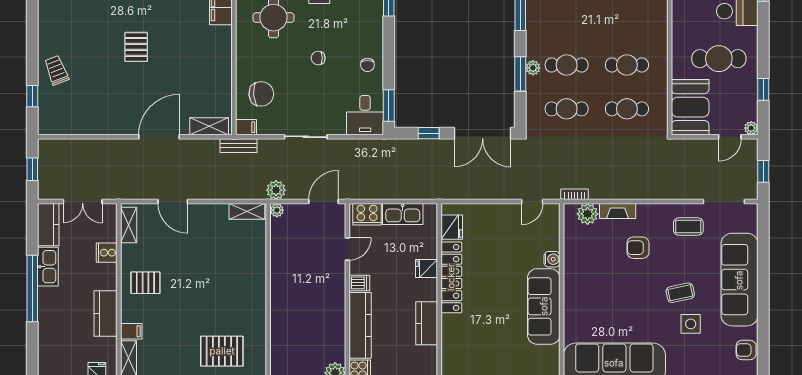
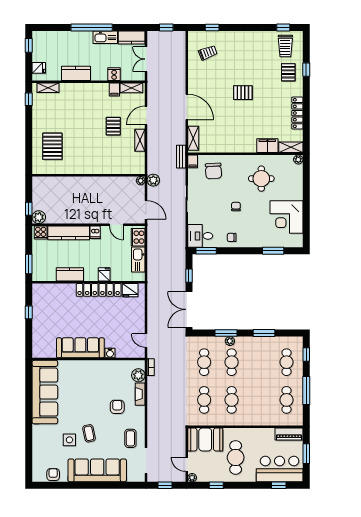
trolley: (56, 70) -> (208, 53), moved
shelving: (247, 211) -> (140, 140), moved
pallet: (145, 283) -> (113, 126), moved
filing cabinet: (131, 331) -> (114, 89), moved

